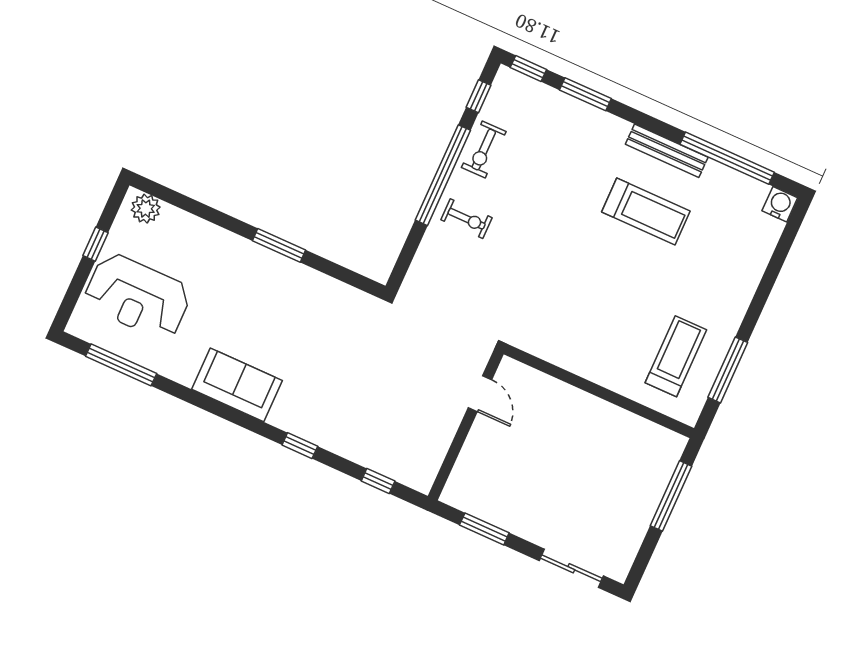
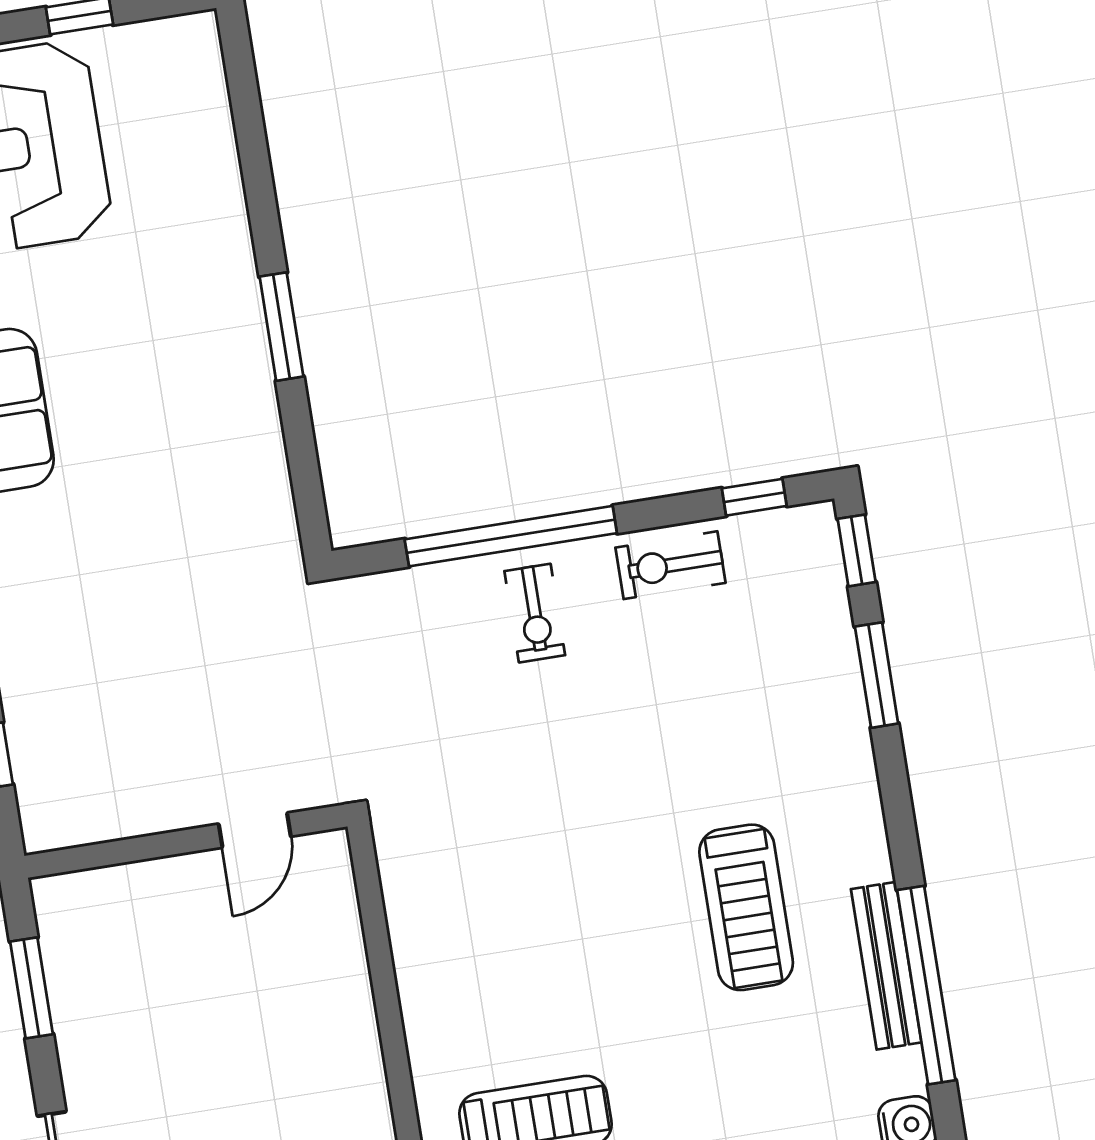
bench: (667, 151) -> (886, 966), moved
window: (443, 175) -> (511, 536), moved
plant: (146, 209) -> (195, 61), removed

